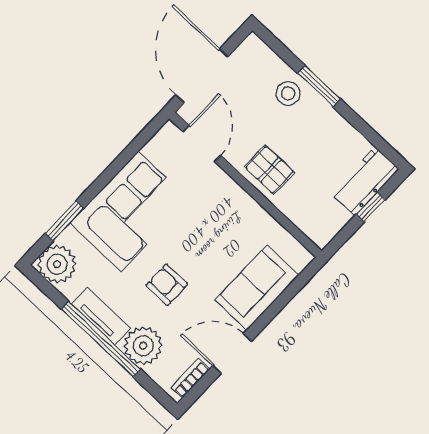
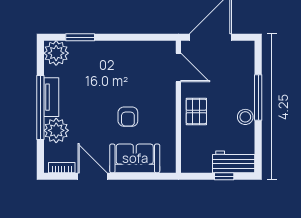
window: (319, 86) -> (258, 97), width x1.44
stool: (288, 93) -> (245, 117), moved
door: (202, 143) -> (178, 68), hinge flipped
corner sofa: (130, 211) -> (114, 64), removed
armchair: (167, 285) -> (128, 117), moved, turned 180

